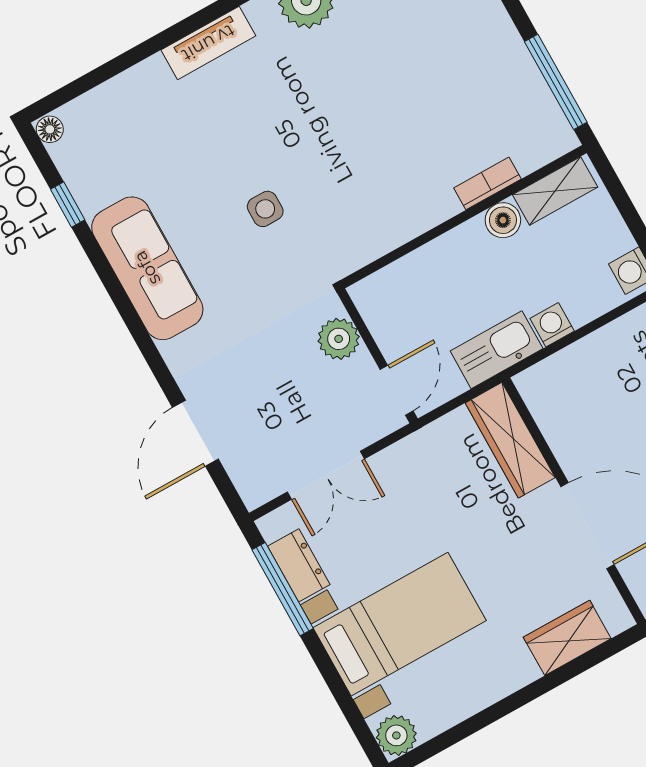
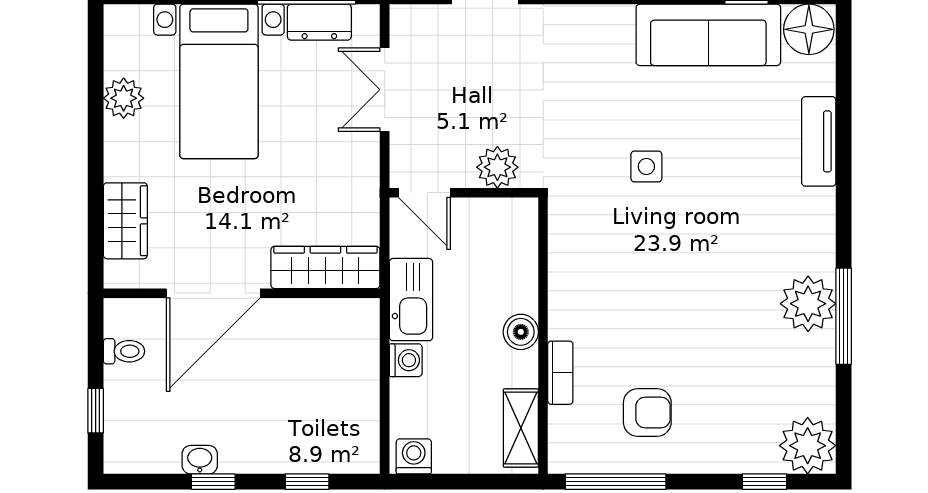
tv unit: (208, 43) -> (819, 141), moved
armchair: (480, 88) -> (647, 412), added
floor lamp: (50, 129) -> (809, 29), width x1.89, depth x1.89
boiler: (503, 220) -> (521, 332), moved
sofa: (147, 268) -> (708, 35), moved
plant: (396, 735) -> (124, 98), moved

